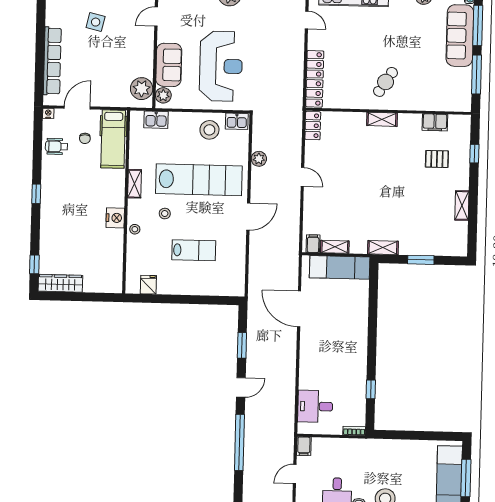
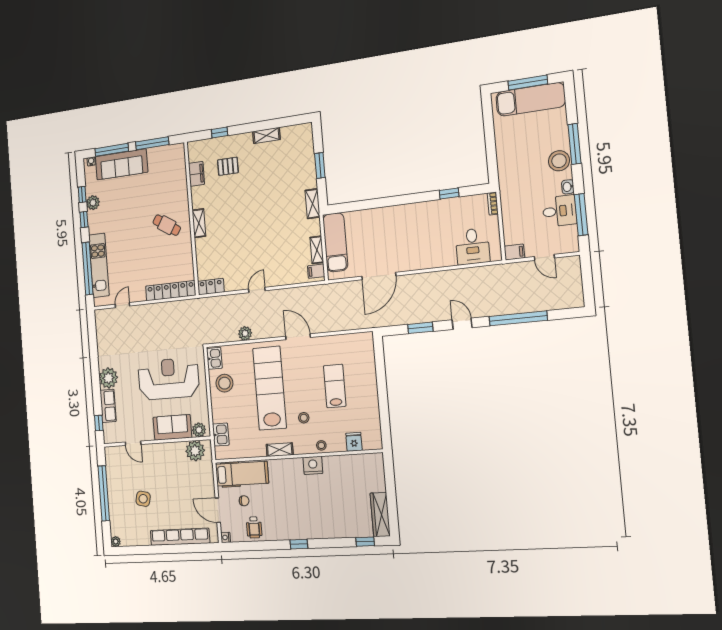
pallet: (437, 159) -> (228, 166), turned 90
fridge: (148, 285) -> (354, 442), moved, turned 90

